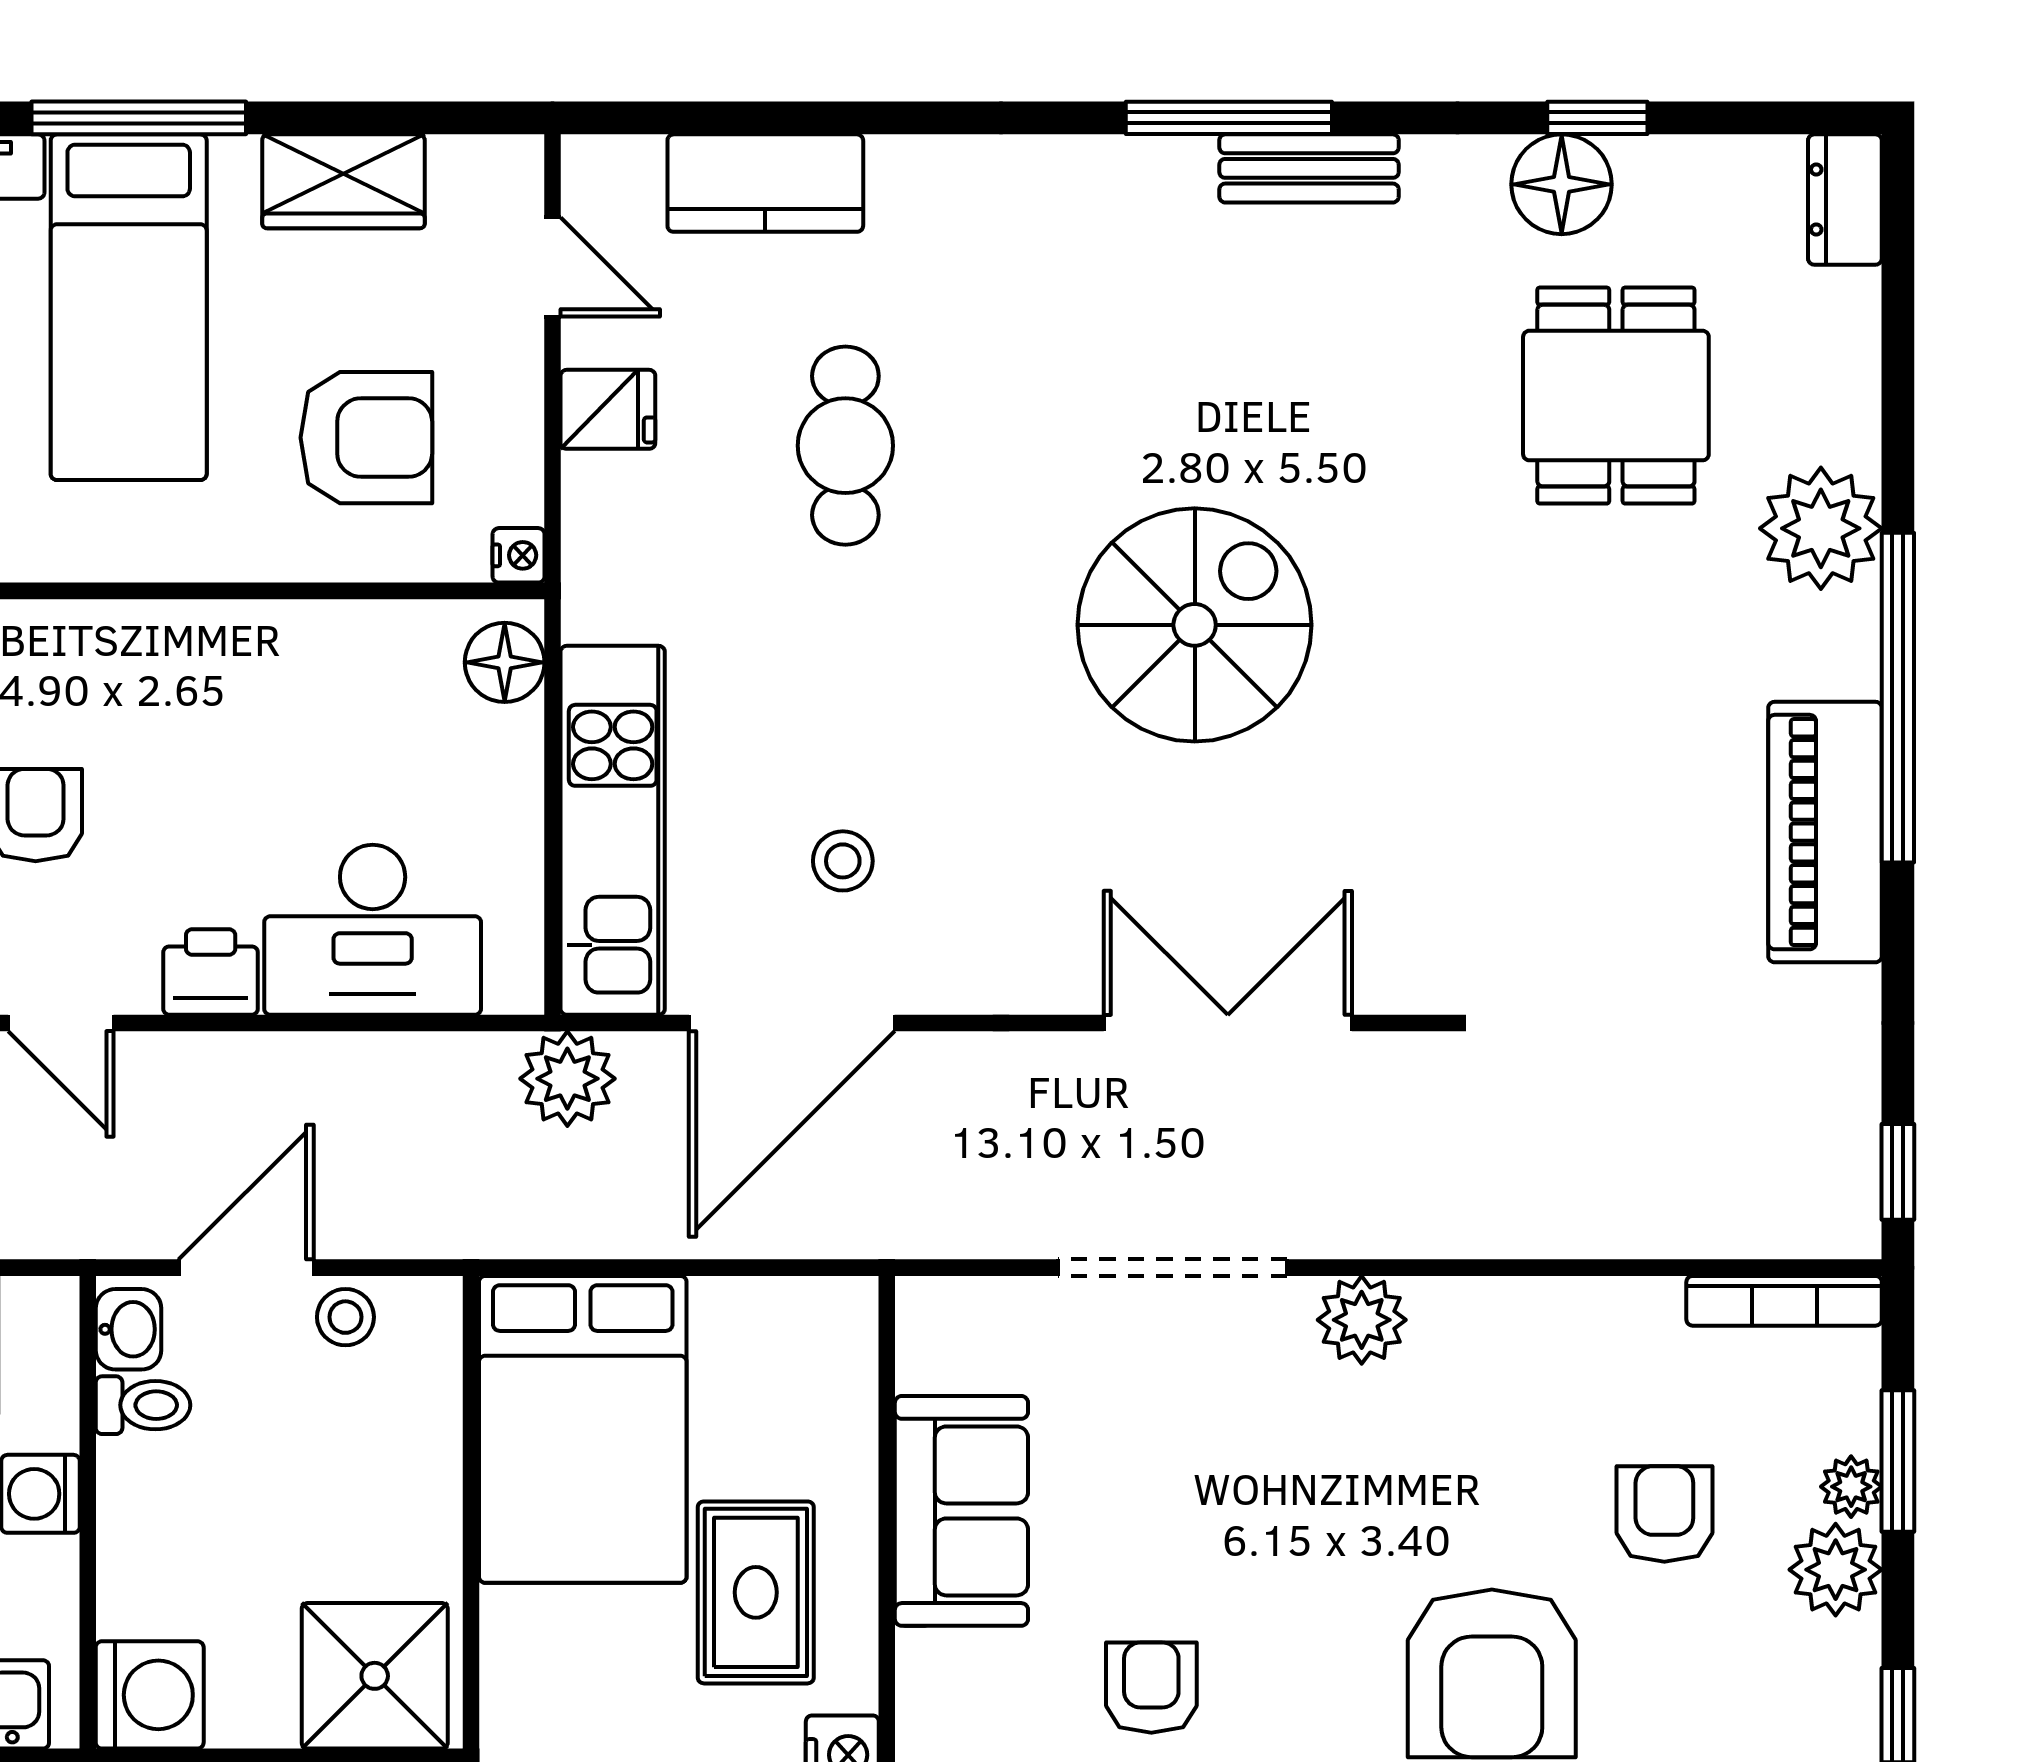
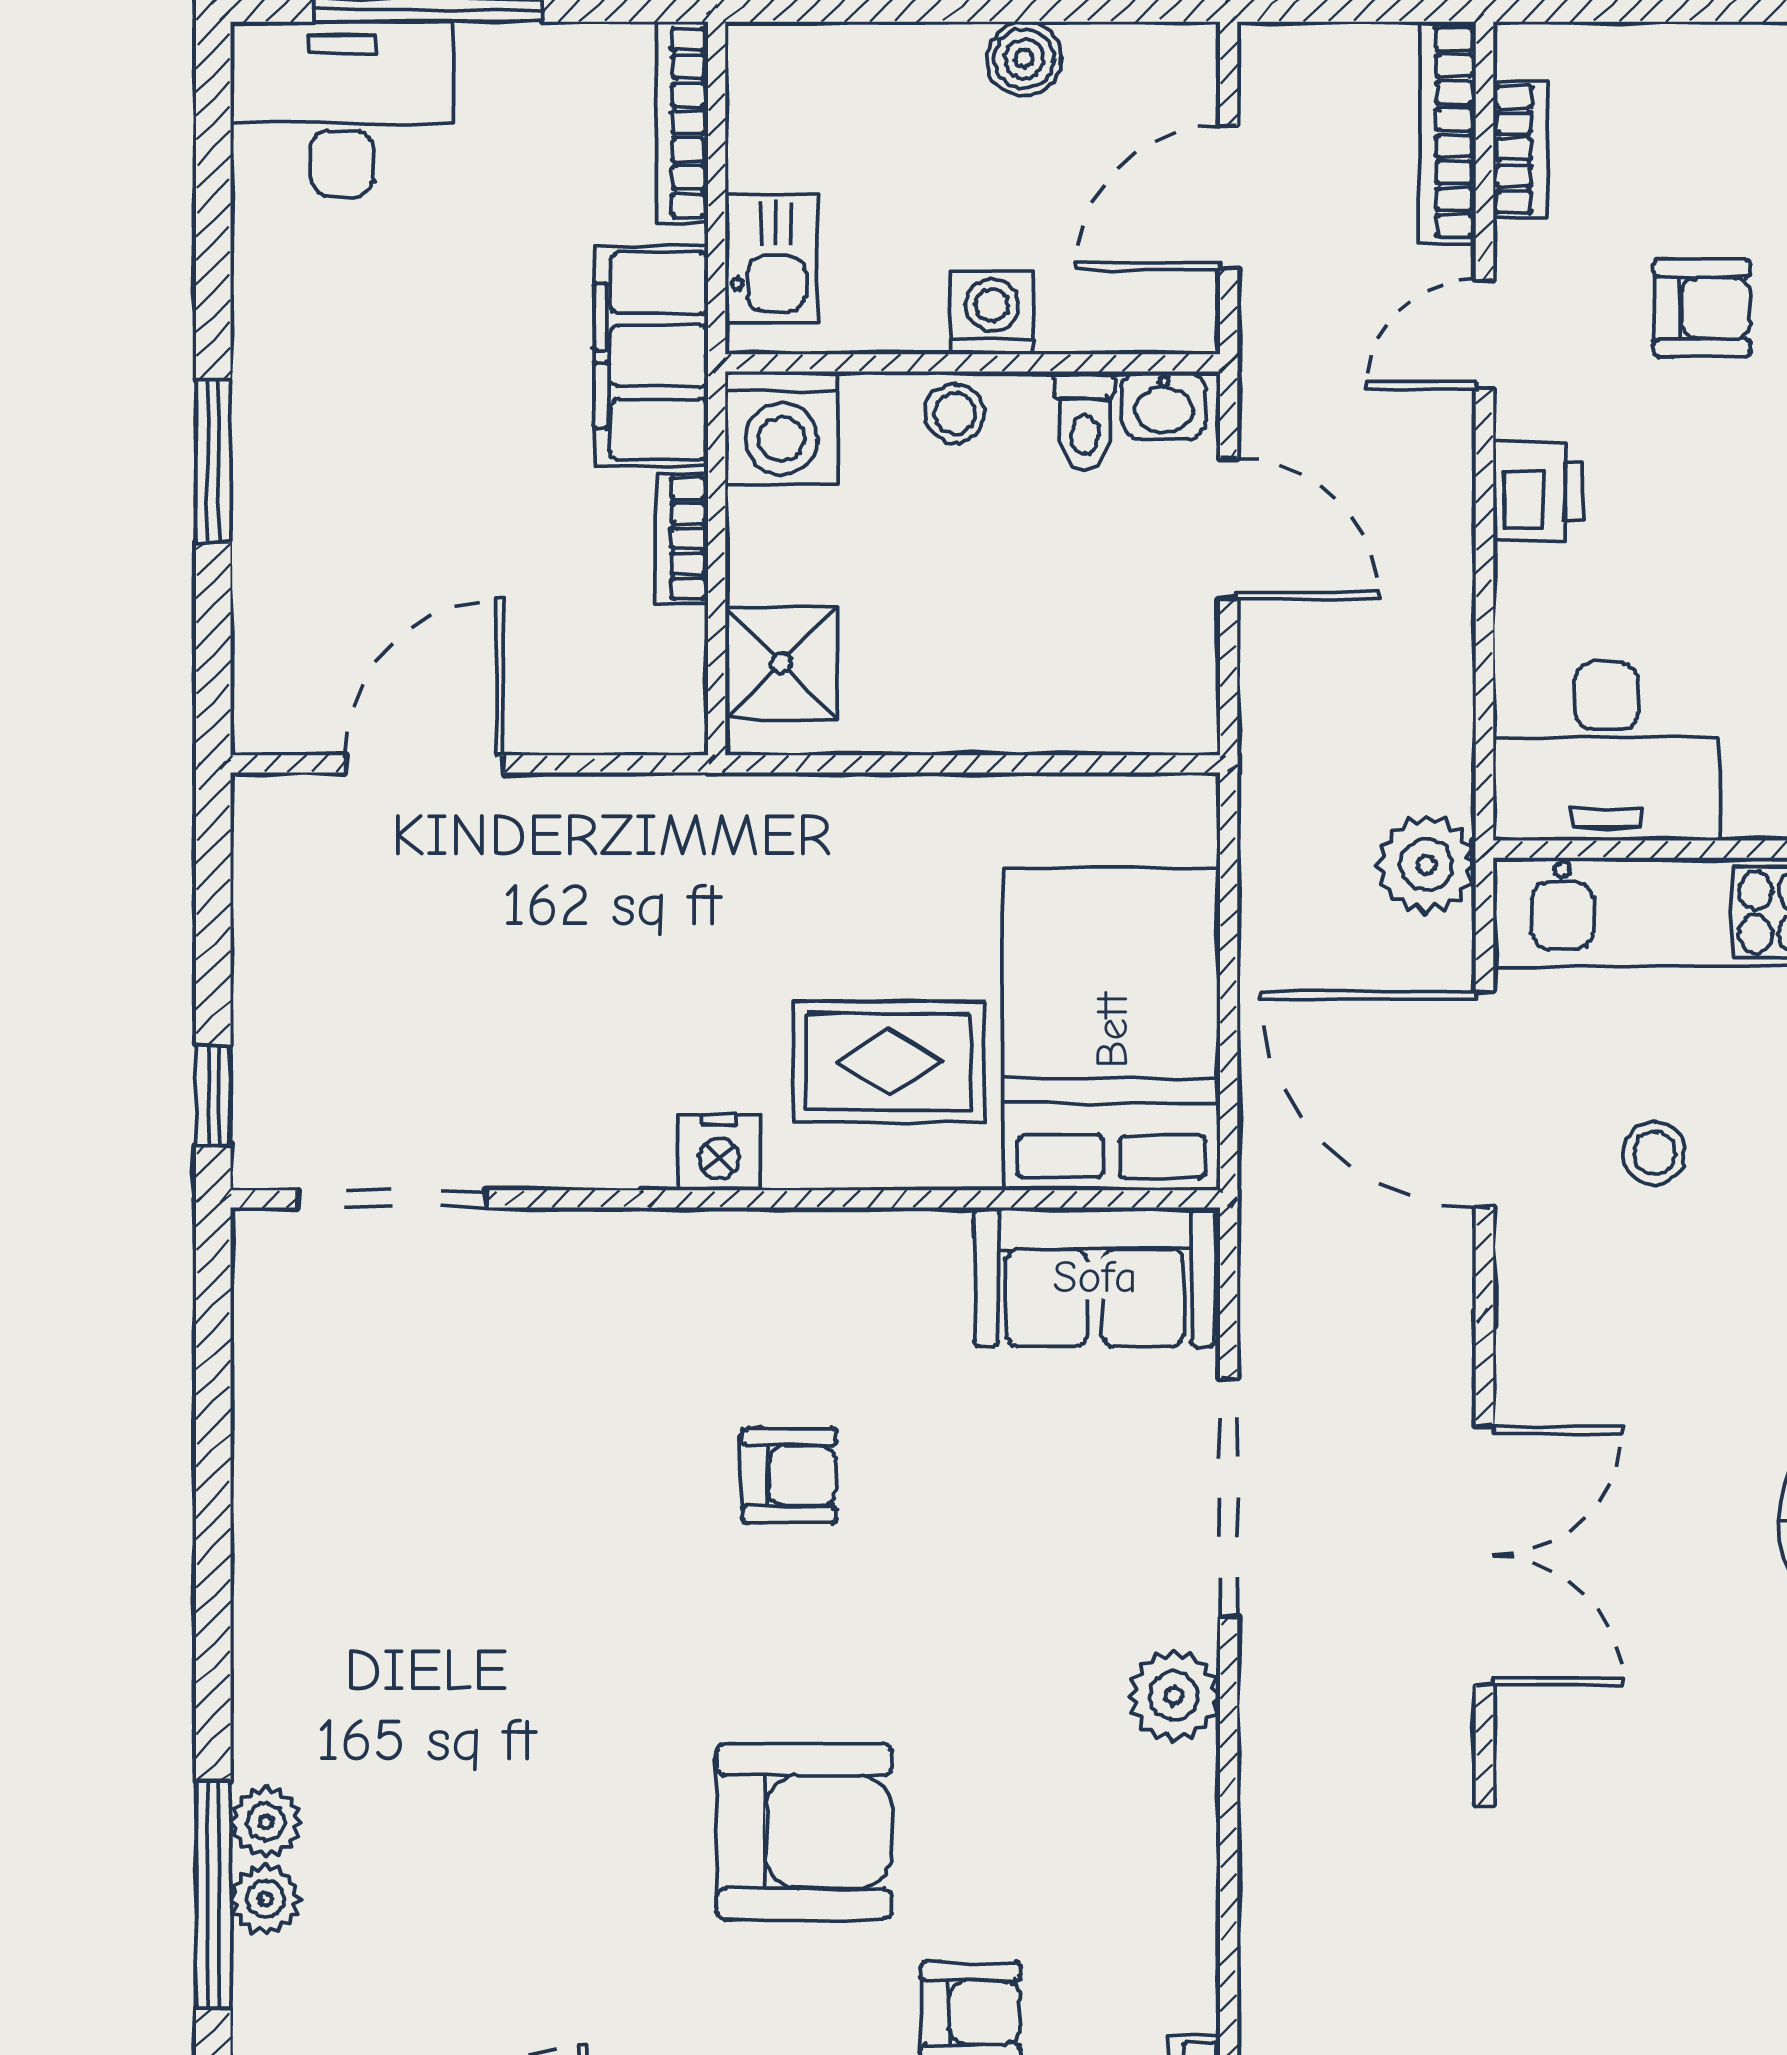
desk: (373, 930) -> (1606, 752), moved, turned -90
stool: (345, 1317) -> (955, 414), moved
bed: (583, 1429) -> (1112, 1030), moved, turned 90
sofa: (961, 1511) -> (1095, 1277), moved
armchair: (1492, 1673) -> (804, 1832), turned 180
shower: (375, 1676) -> (781, 663), width x0.73, depth x0.73

